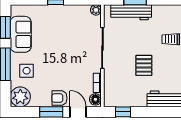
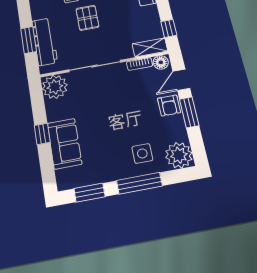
plant: (96, 10) -> (55, 87), width x1.88, depth x1.88
sofa: (21, 34) -> (64, 144), moved, turned 90
pallet: (144, 65) -> (87, 18), moved, turned 90
shelving: (110, 94) -> (150, 47), added

